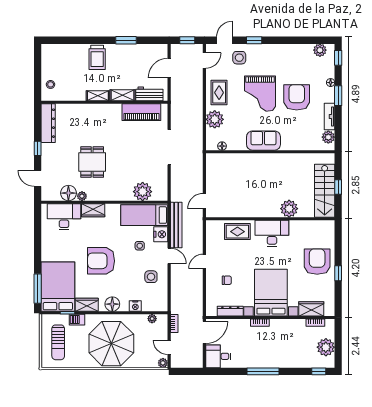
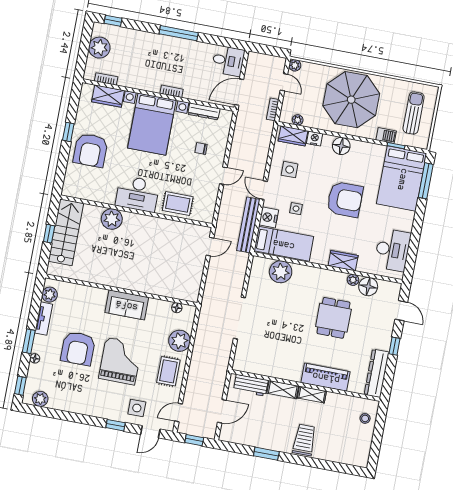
piano: (141, 112) -> (326, 377), moved
desk: (64, 217) -> (392, 250), moved, turned -90
wardrobe: (87, 305) -> (293, 136), moved

